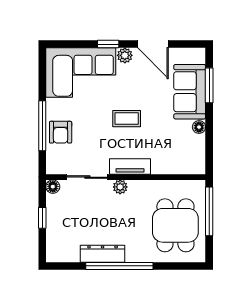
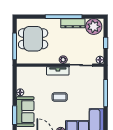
armchair: (61, 132) -> (96, 90), removed
dining table: (175, 225) -> (33, 39), turned 90
plant: (64, 248) -> (94, 27), added

